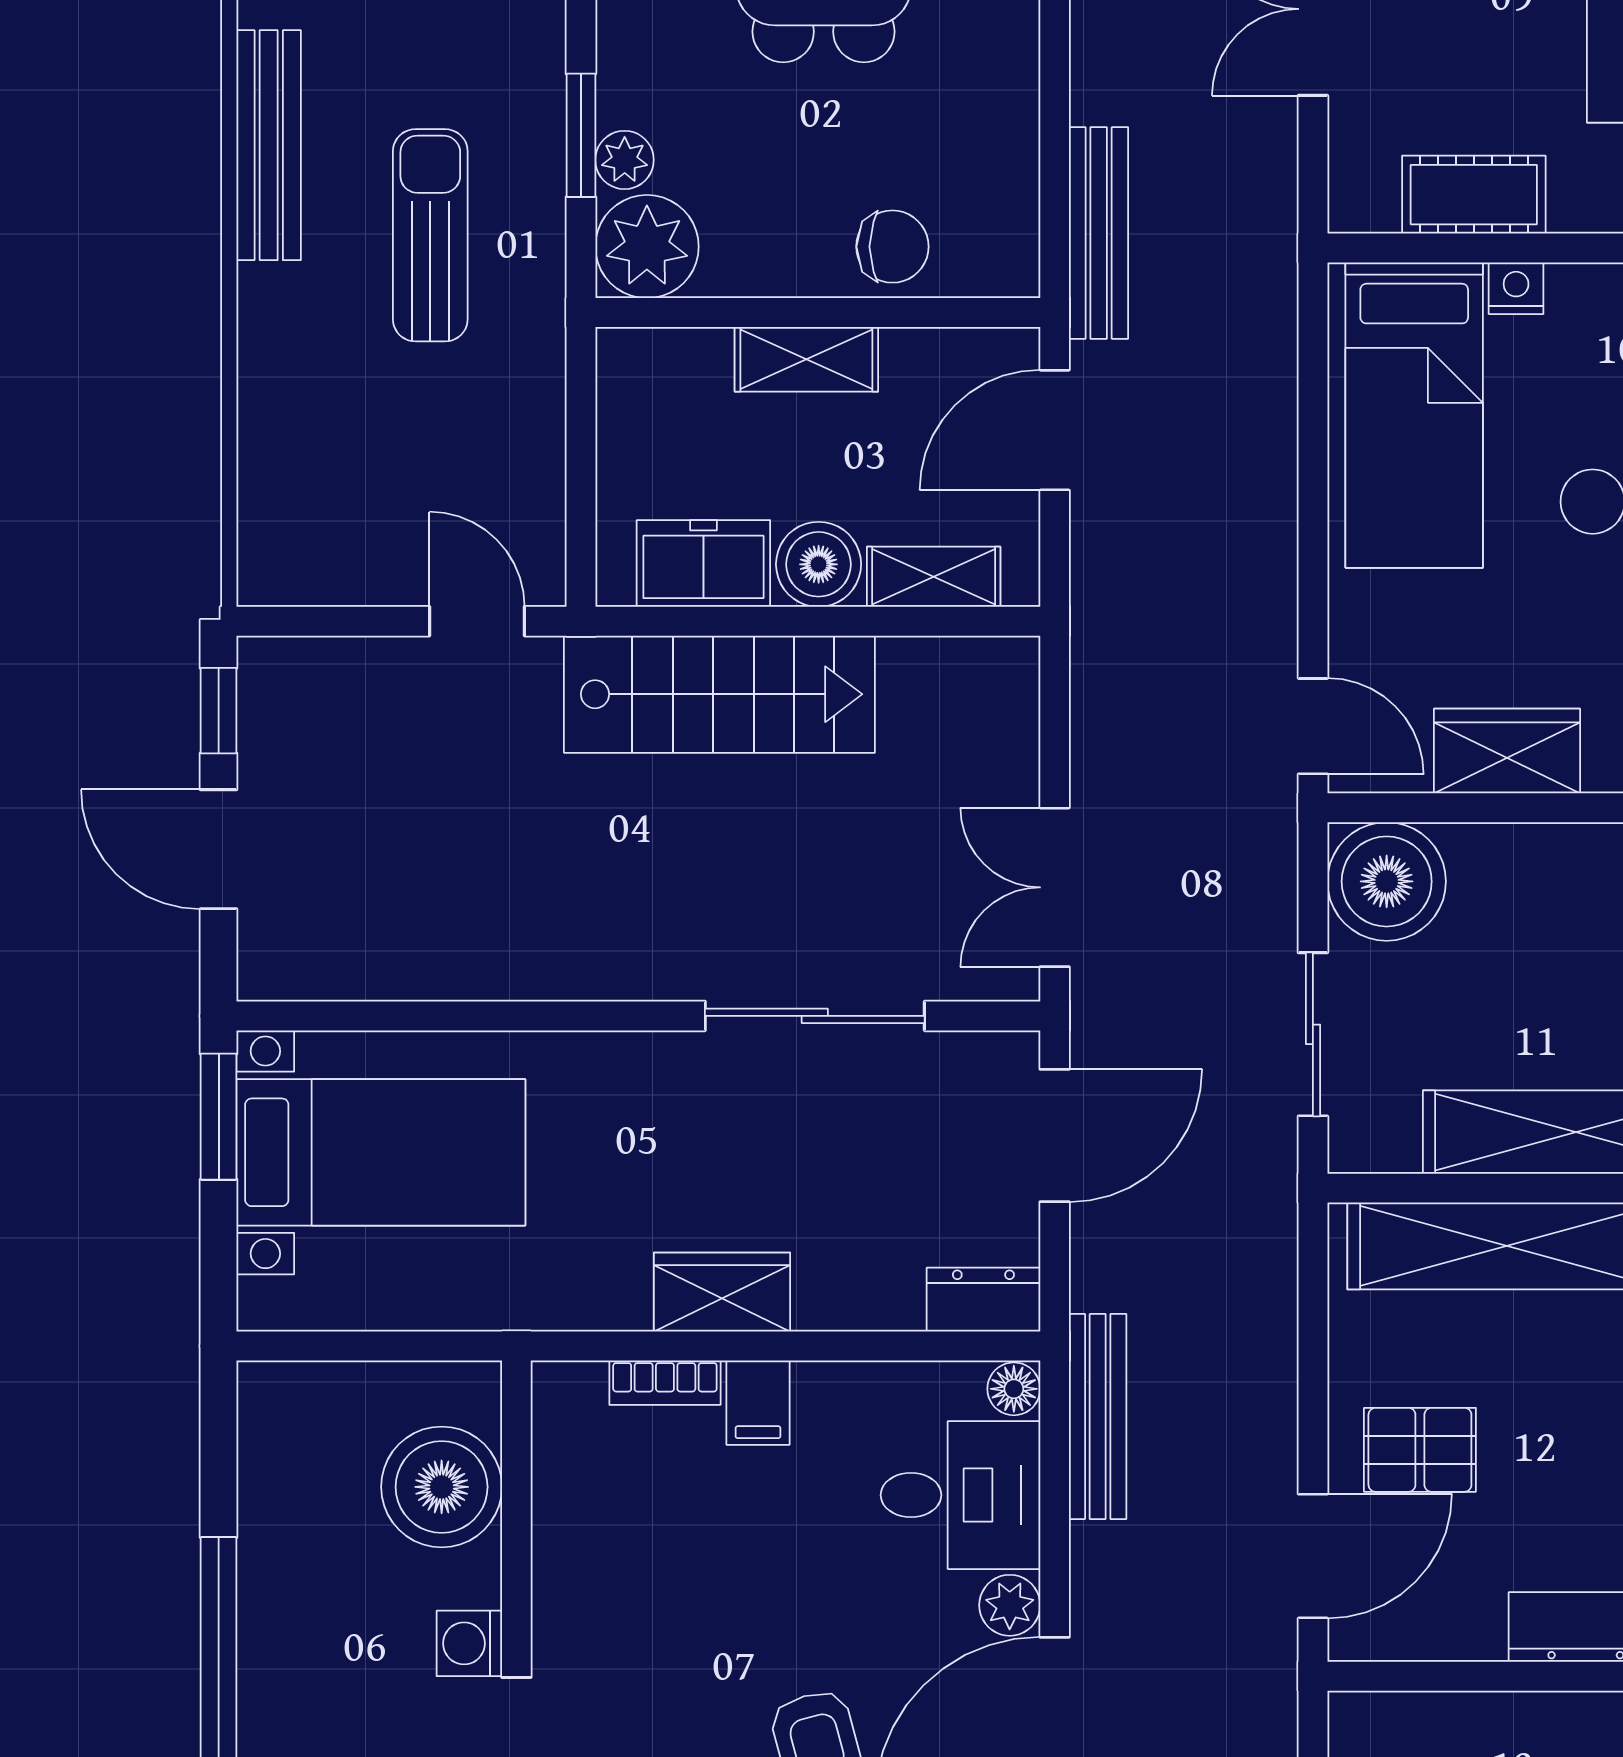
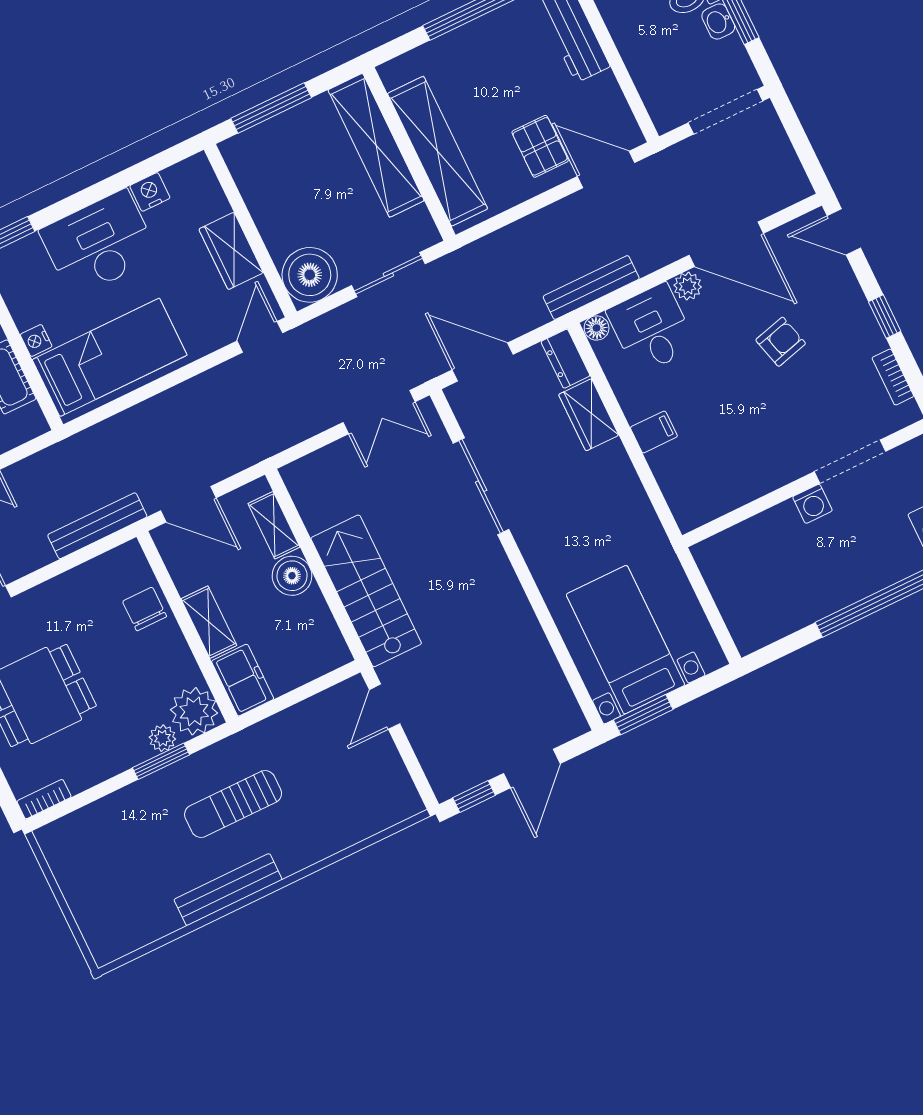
freezer: (703, 563) -> (243, 680), moved, turned 180
wardrobe: (722, 1292) -> (589, 415), moved
bookcase: (665, 1383) -> (664, 475), removed
boiler: (442, 1487) -> (753, 547), removed

